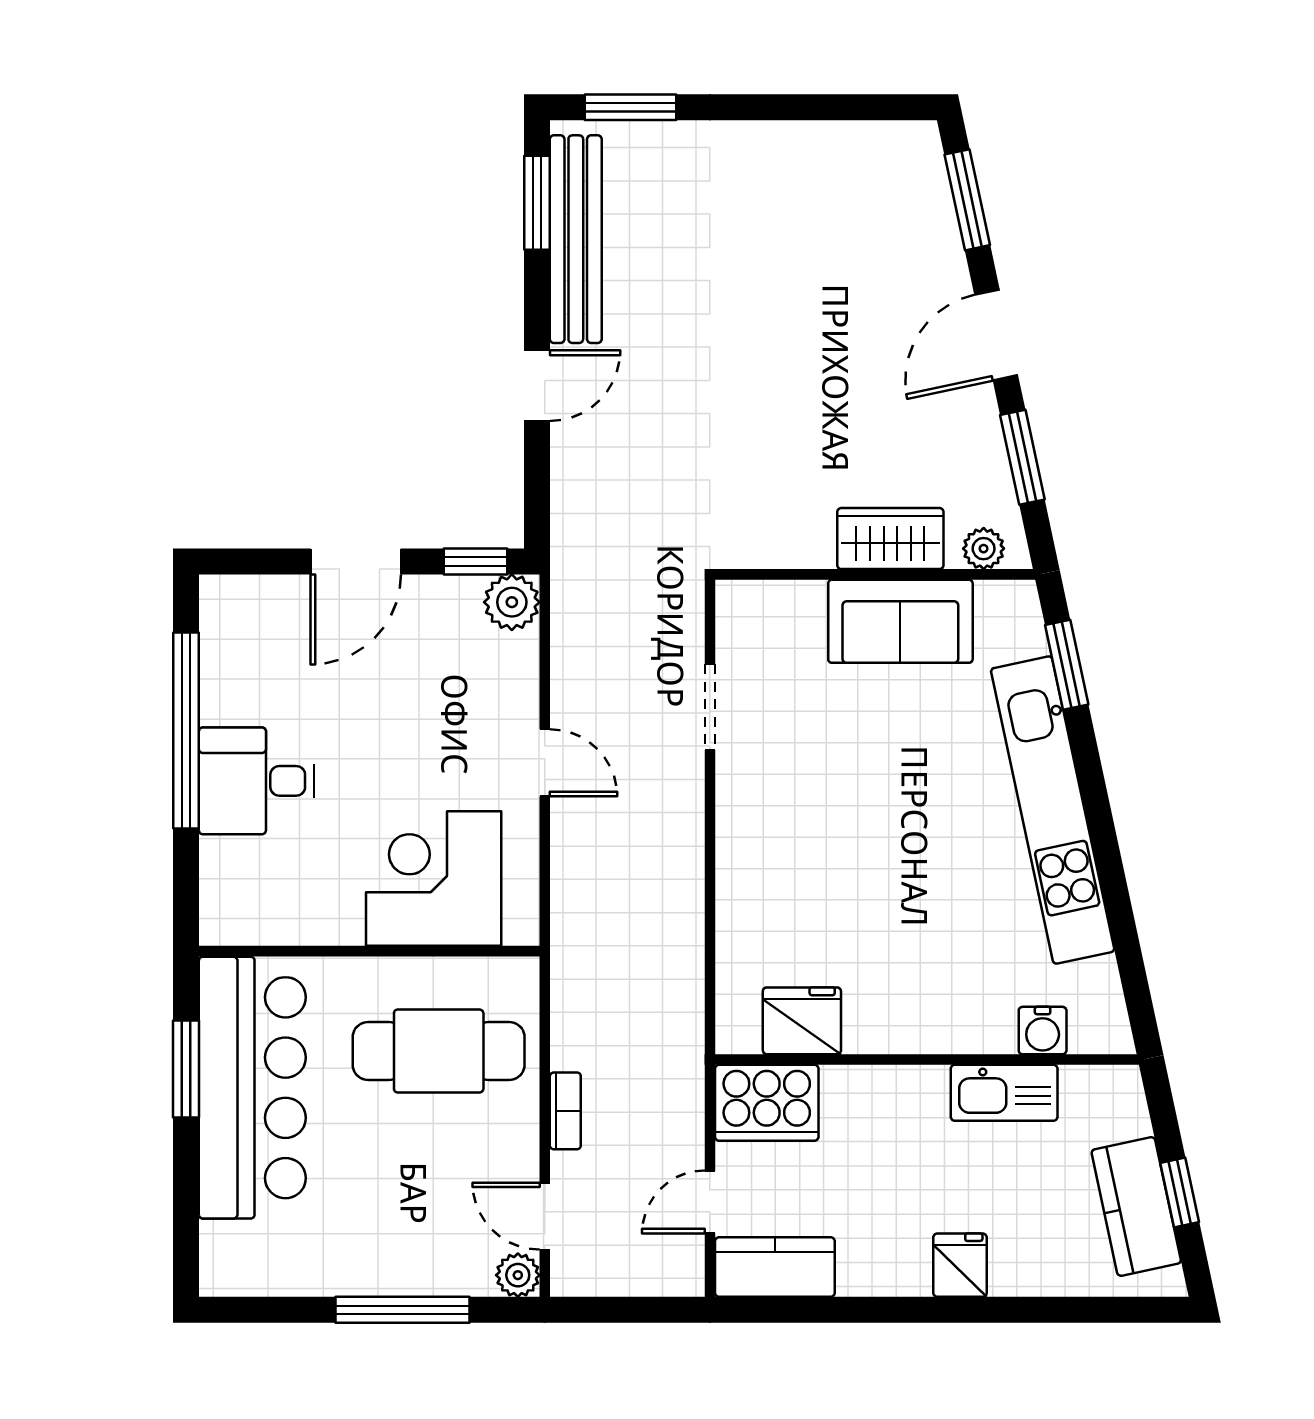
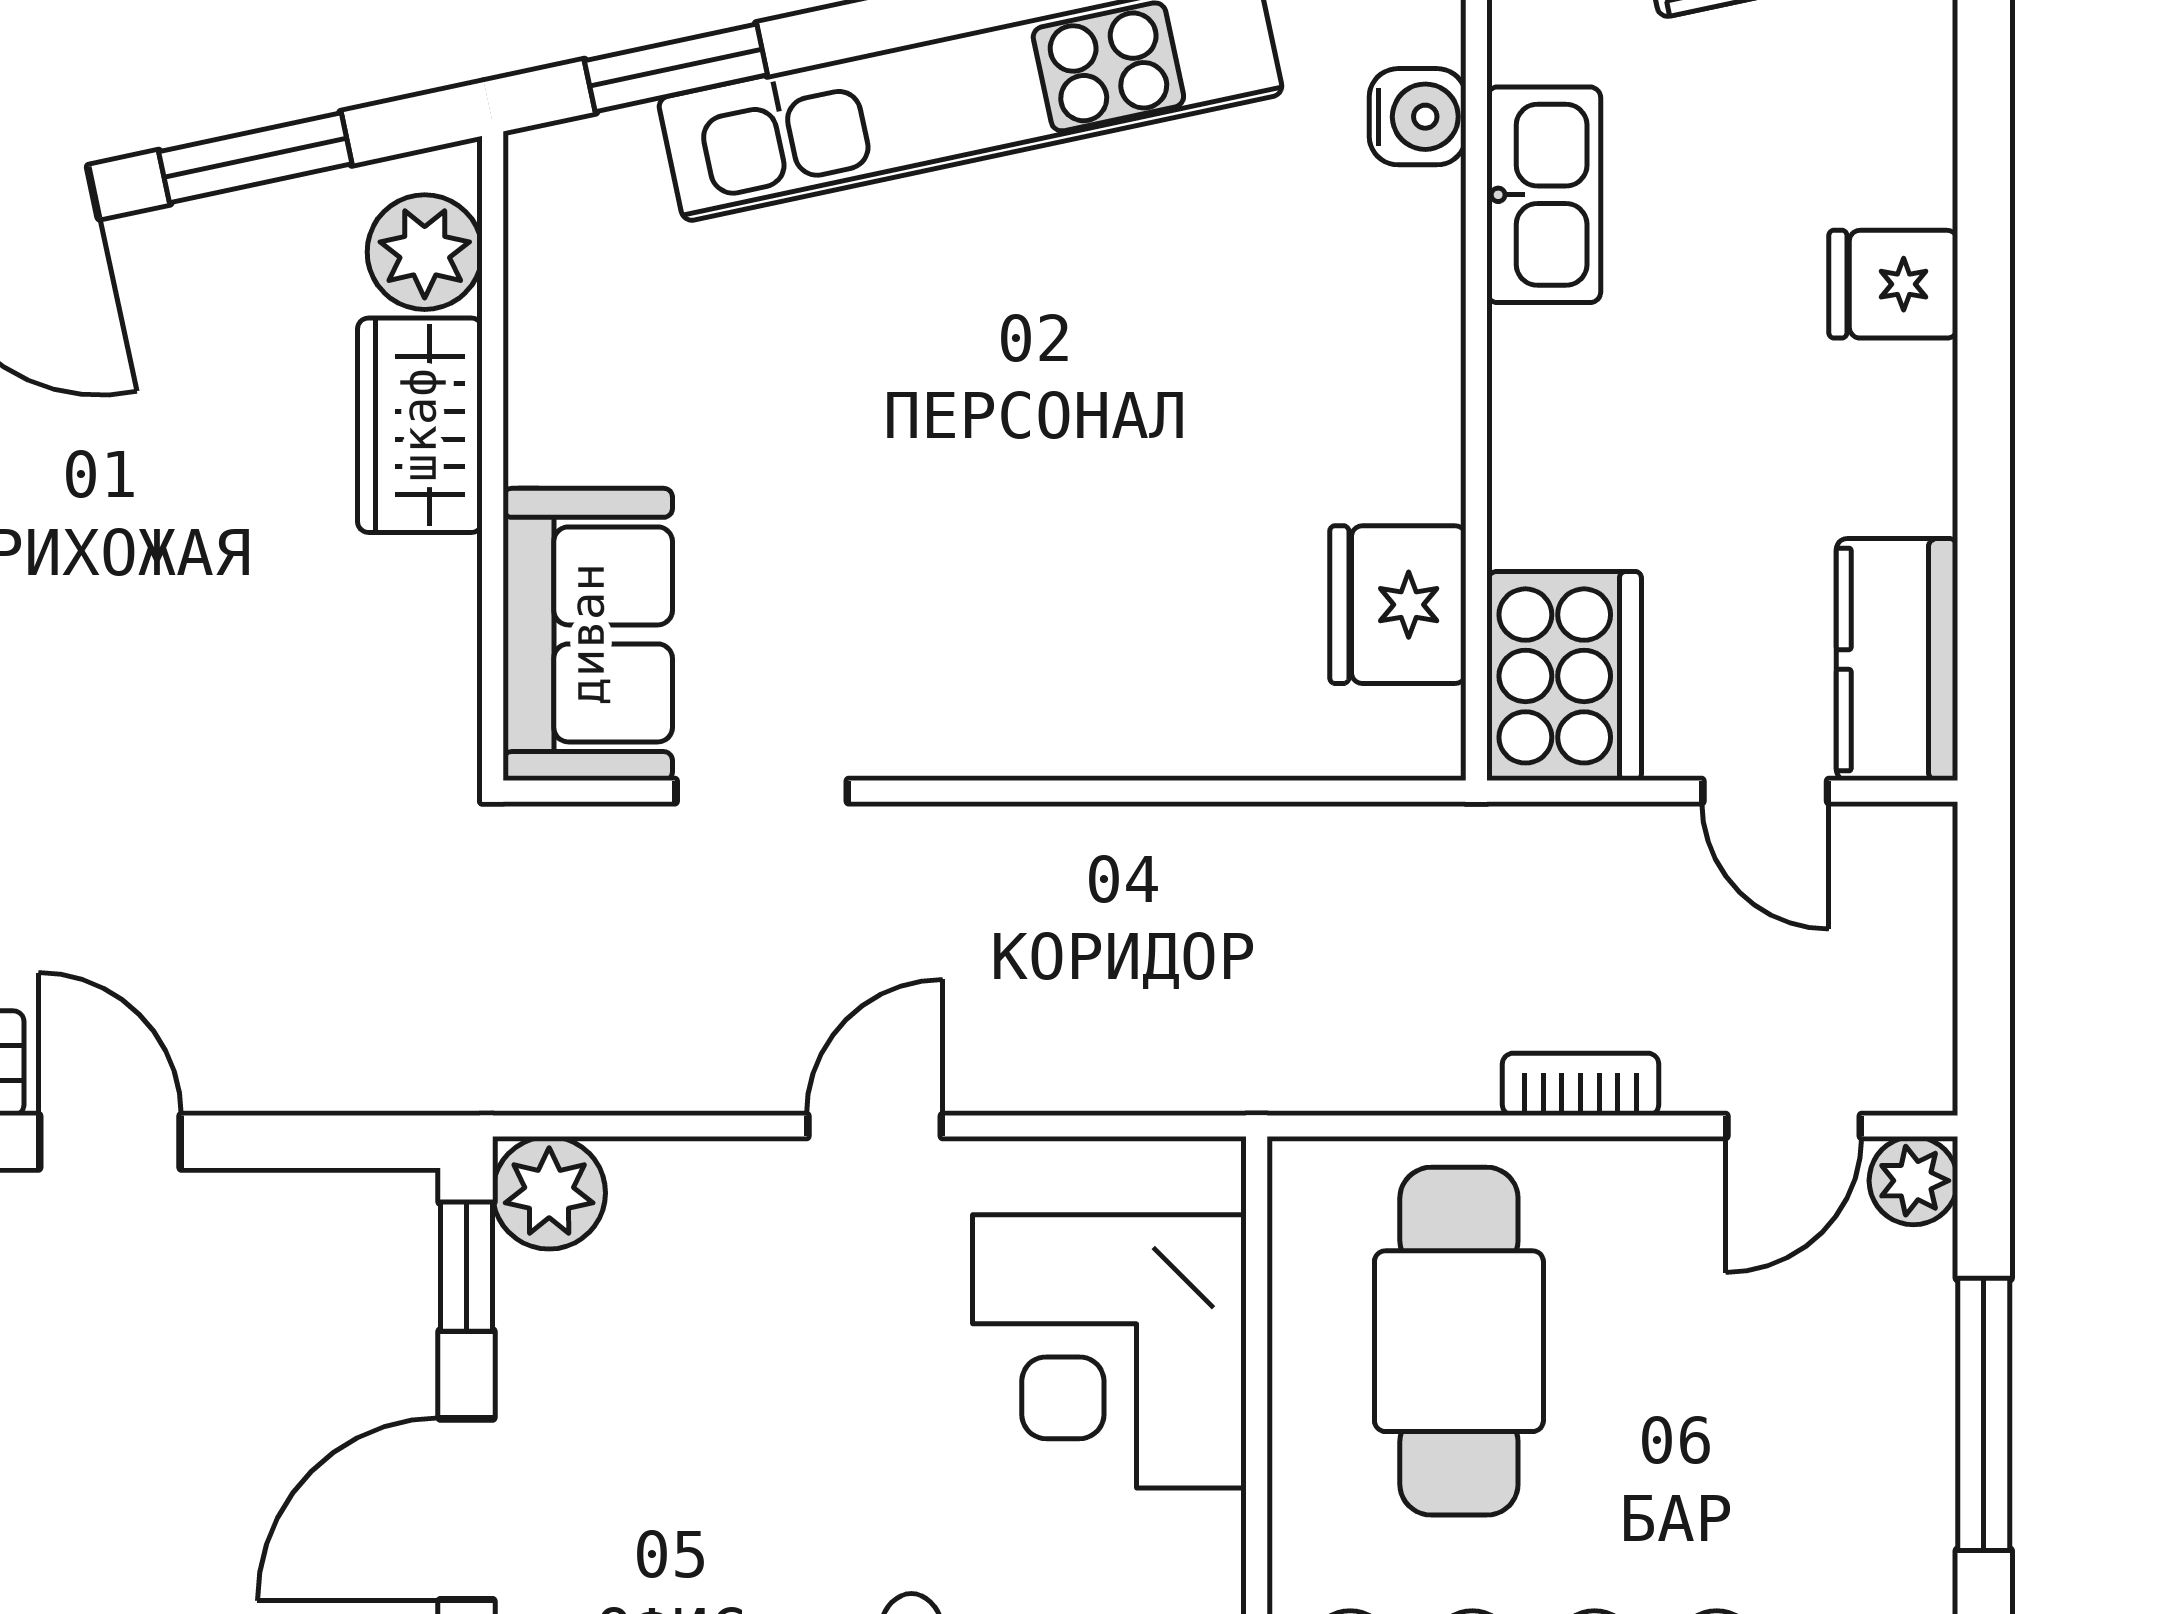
plant: (984, 549) -> (425, 252), width x1.38, depth x1.38
door: (356, 561) -> (467, 1509), swing flipped
sofa: (900, 621) -> (588, 634), moved

